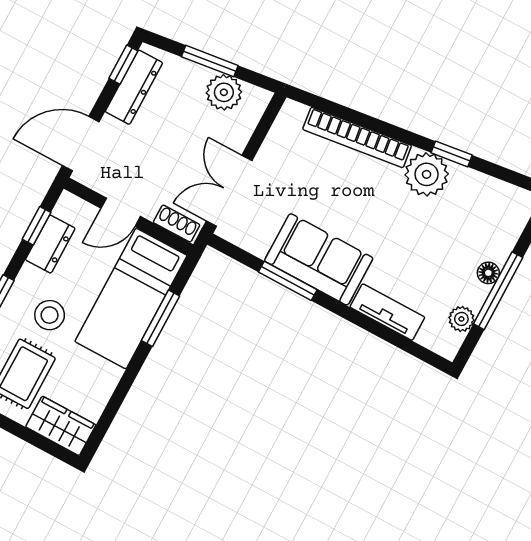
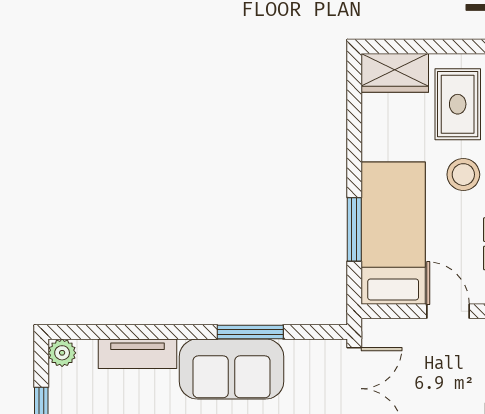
door: (121, 212) -> (448, 311), hinge flipped
shoe rack: (177, 224) -> (388, 330), removed
plant: (461, 319) -> (62, 353), moved

